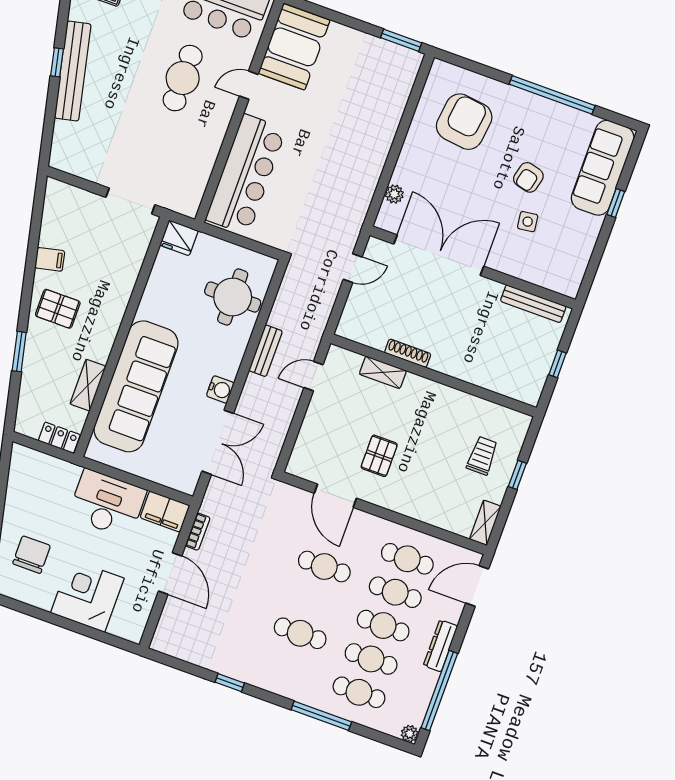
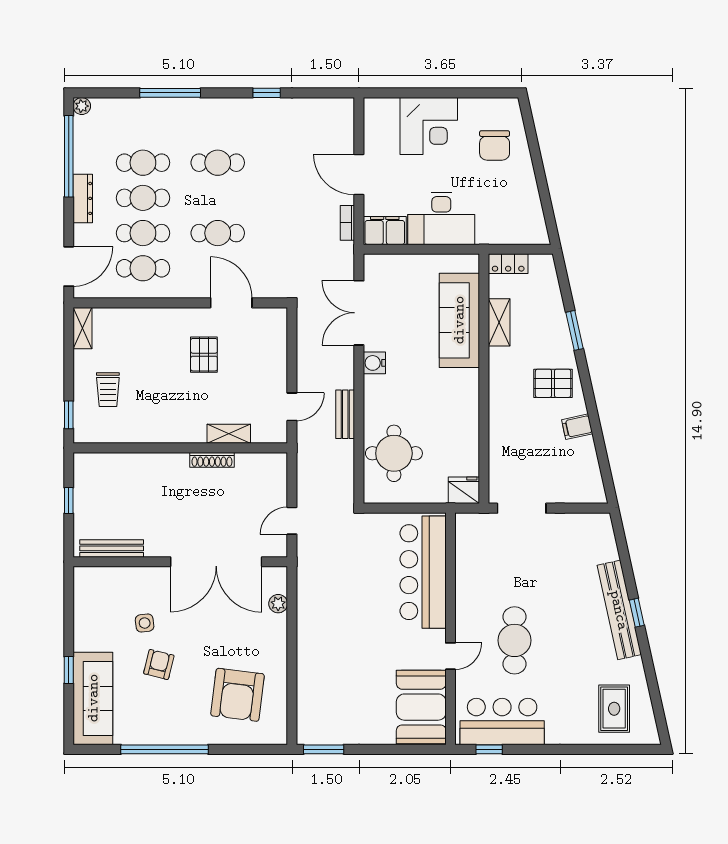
sofa: (136, 386) -> (459, 320), width x0.74, depth x0.79
window: (517, 475) -> (69, 415), moved
cafe table: (359, 692) -> (143, 128), removed

